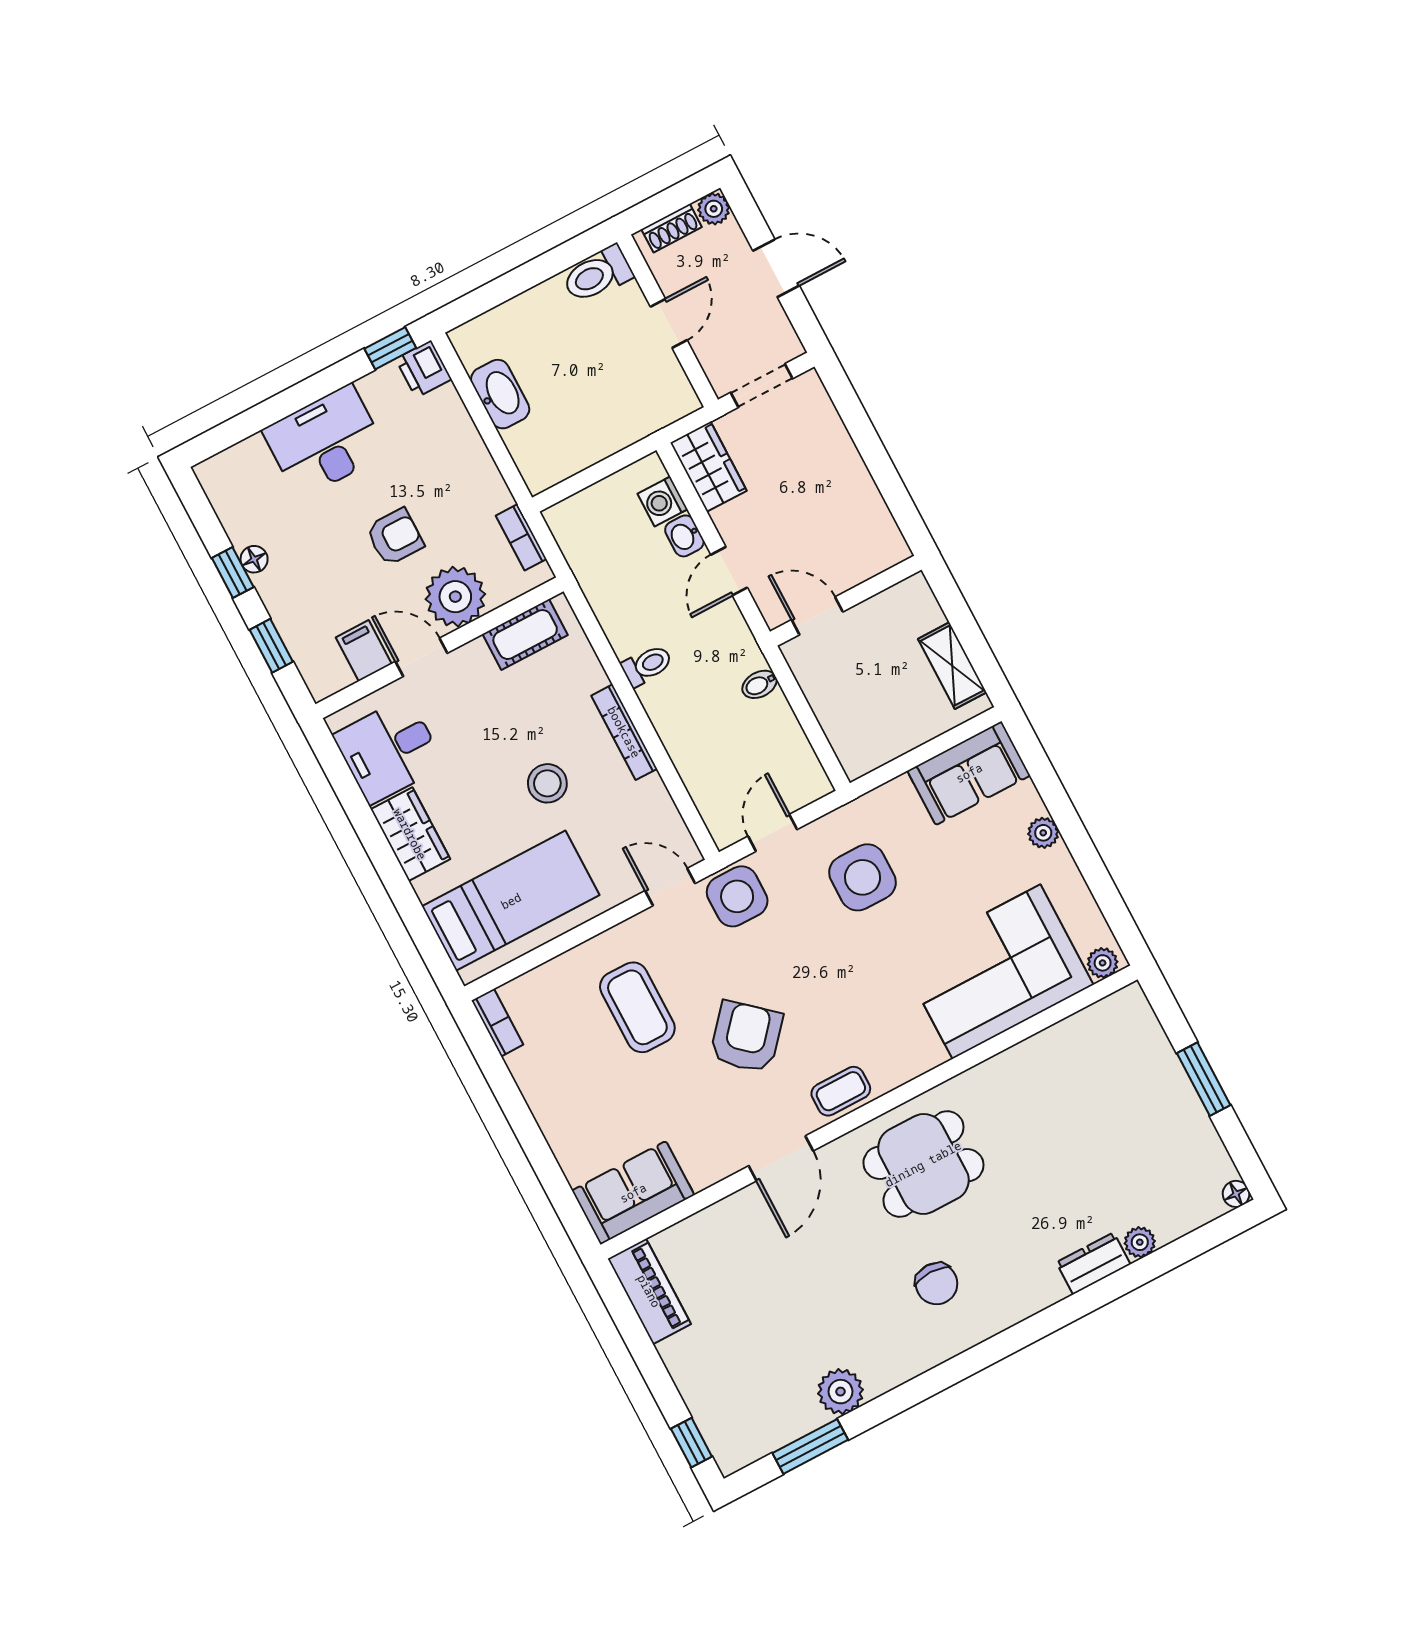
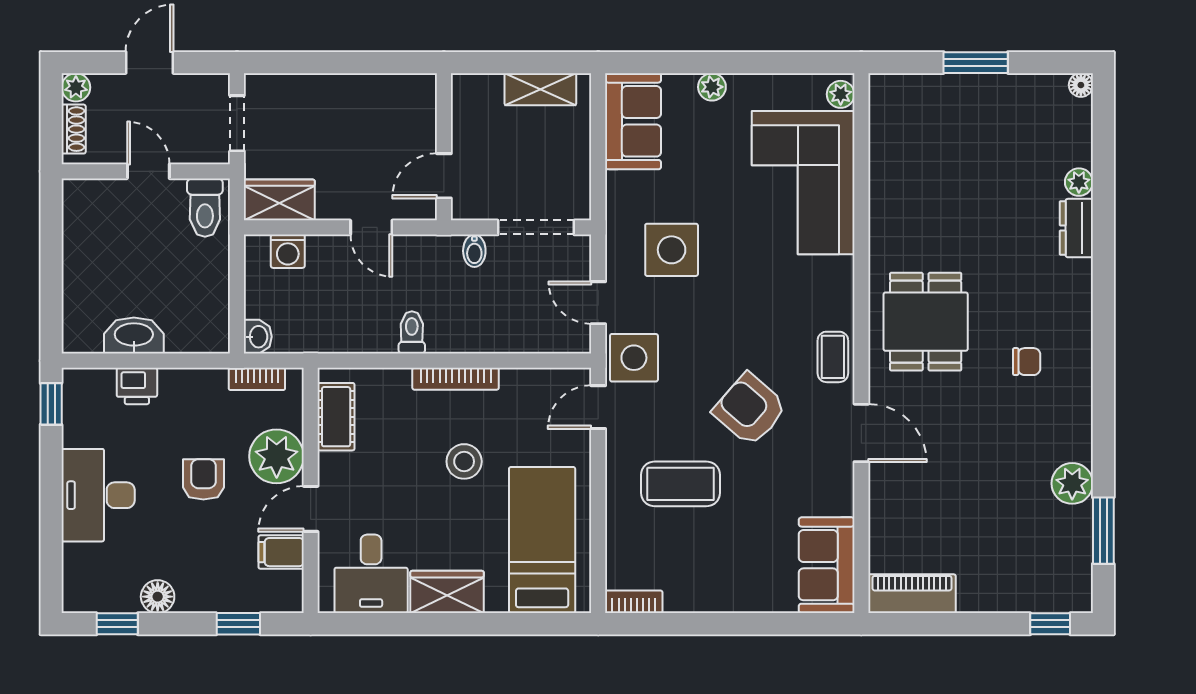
toilet: (597, 275) -> (205, 208), moved
printer: (424, 369) -> (137, 386), moved
washbasin: (684, 536) -> (258, 337), moved, turned -90
floor lamp: (254, 559) -> (158, 597), width x1.37, depth x1.37
window: (233, 573) -> (117, 624), moved
doorway: (814, 733) -> (536, 227), added
chair: (937, 1284) -> (1027, 362), width x0.73, depth x0.73

